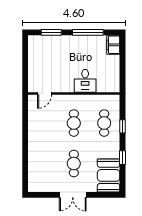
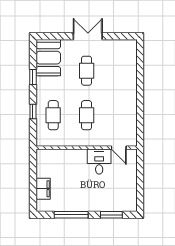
filing cabinet: (113, 45) -> (43, 189), moved
desk: (85, 81) -> (99, 162), moved
door: (45, 93) -> (119, 148), swing flipped

